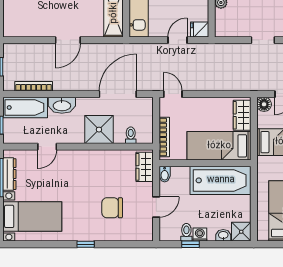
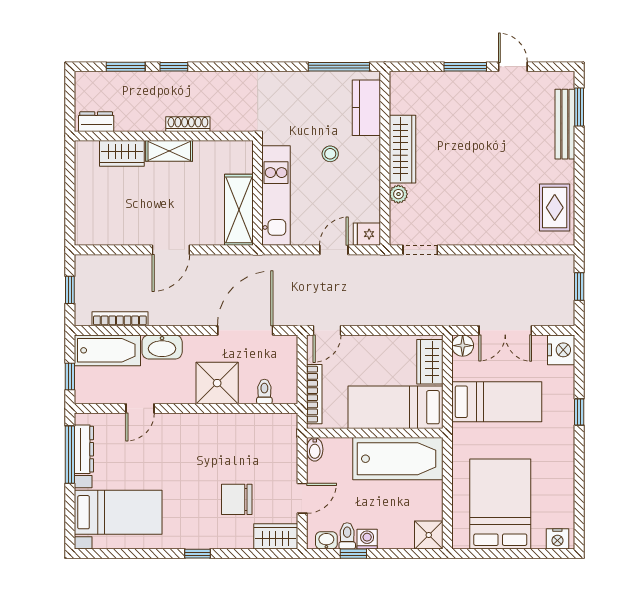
doorway: (263, 40) -> (420, 250), moved
door: (173, 94) -> (327, 330), swing flipped
wardrobe: (145, 167) -> (276, 536), moved, turned 90
washbasin: (223, 235) -> (326, 540), moved

